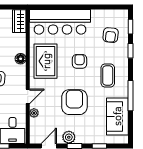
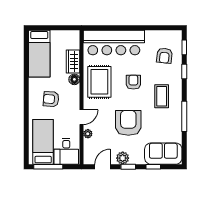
wardrobe: (19, 21) -> (73, 61), moved
sofa: (117, 116) -> (163, 154), moved, turned 90

